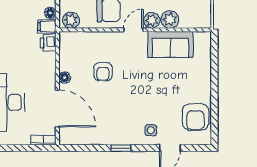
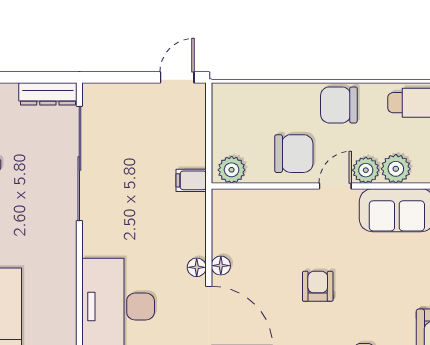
floor lamp: (50, 13) -> (197, 267), moved
printer: (48, 43) -> (193, 208), removed
armchair: (103, 72) -> (318, 286), moved, turned 180

